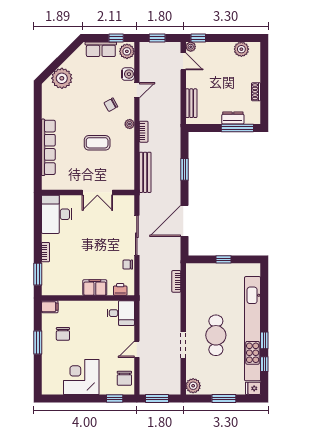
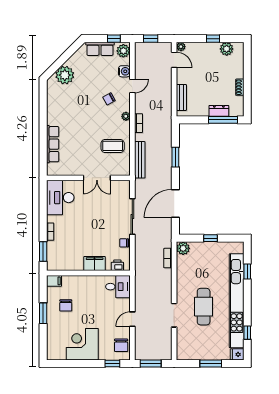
window: (198, 38) -> (213, 39), moved
coffee table: (97, 143) -> (113, 146), moved
row of seats: (48, 147) -> (53, 144), width x0.73
window: (264, 340) -> (247, 272), moved
plant: (193, 386) -> (183, 248), moved

